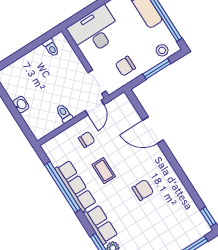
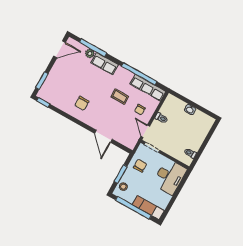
door: (153, 130) -> (103, 136), swing flipped
row of seats: (76, 186) -> (148, 88), moved
chair: (143, 190) -> (82, 103), moved

